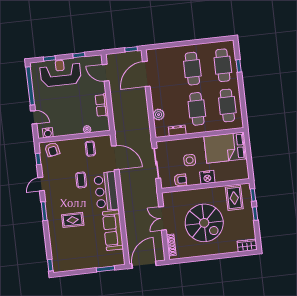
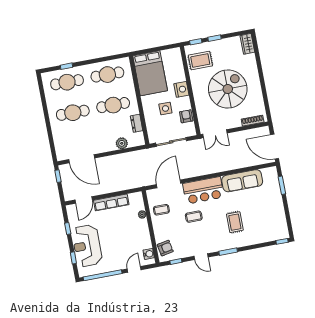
row of seats: (102, 105) -> (111, 202), width x1.48
double door: (163, 218) -> (215, 134), moved

